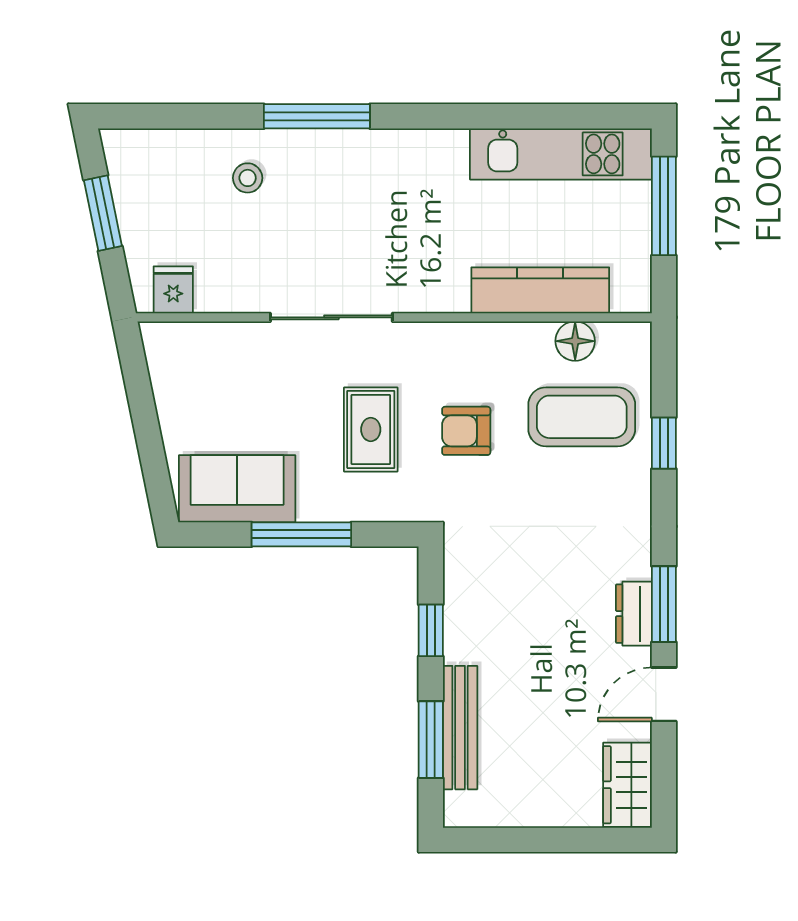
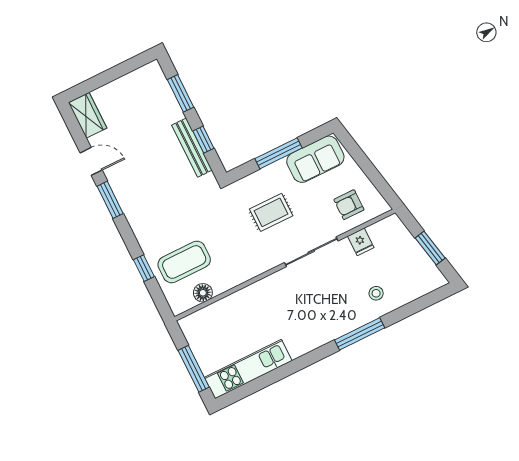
fridge: (173, 290) -> (361, 242), moved
kitchen counter: (540, 290) -> (228, 307), removed
rug: (371, 429) -> (271, 212), turned 90
armchair: (466, 431) -> (349, 205), moved, turned 180
dresser: (634, 614) -> (121, 189), removed
door: (664, 694) -> (91, 161), hinge flipped
bench: (460, 728) -> (192, 148), moved

